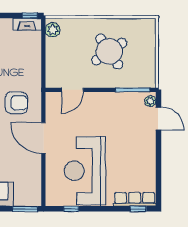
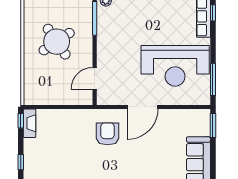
plant: (53, 30) -> (35, 98), removed
door: (72, 90) -> (95, 78), swing flipped
window: (71, 209) -> (213, 79), width x2.17

